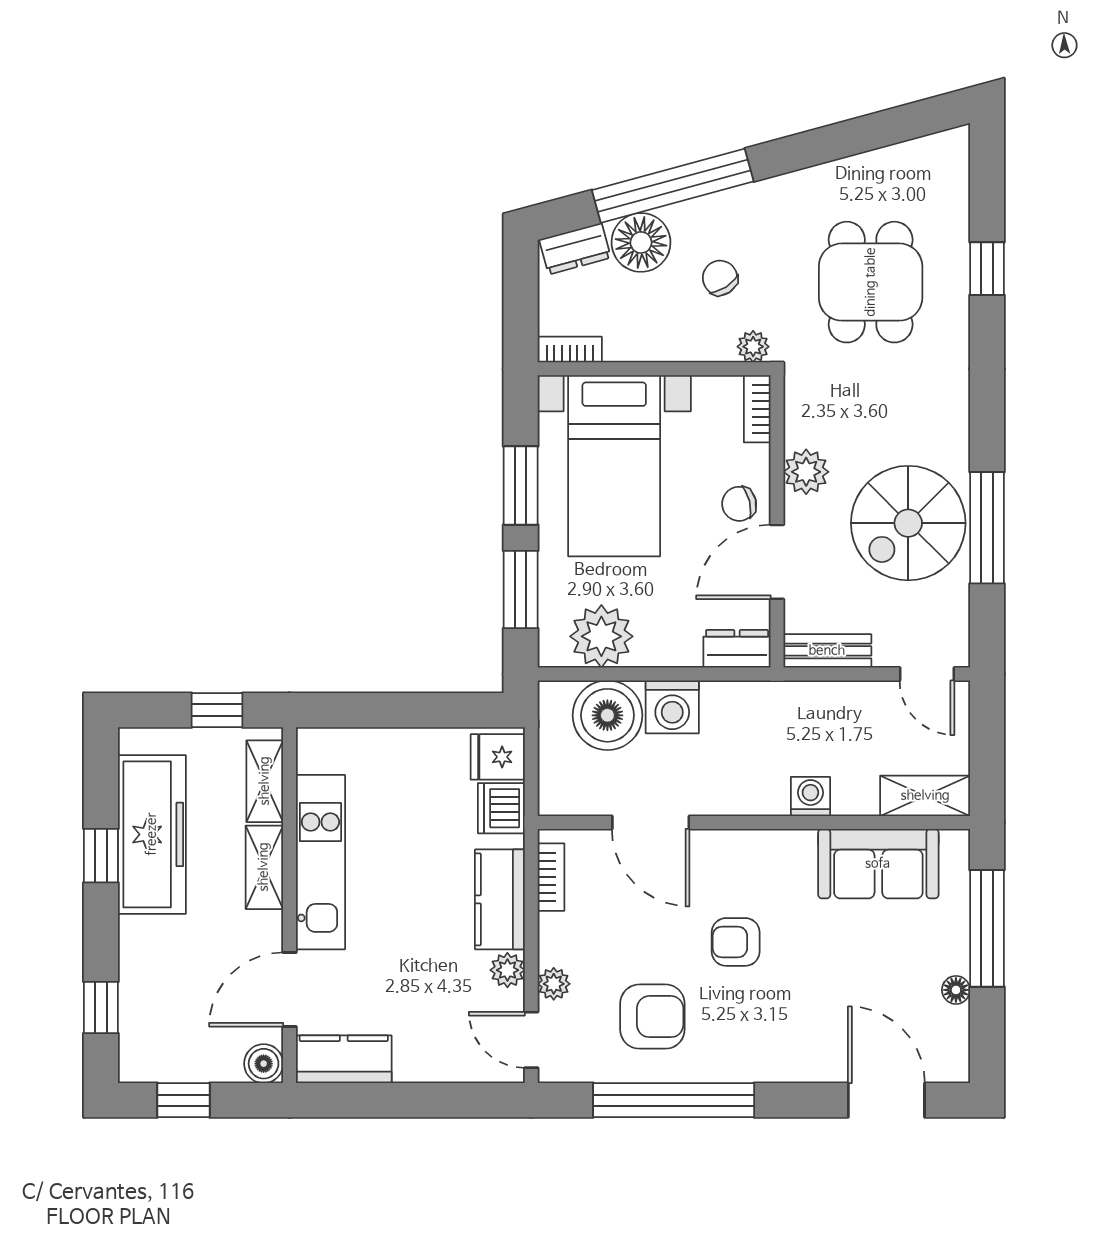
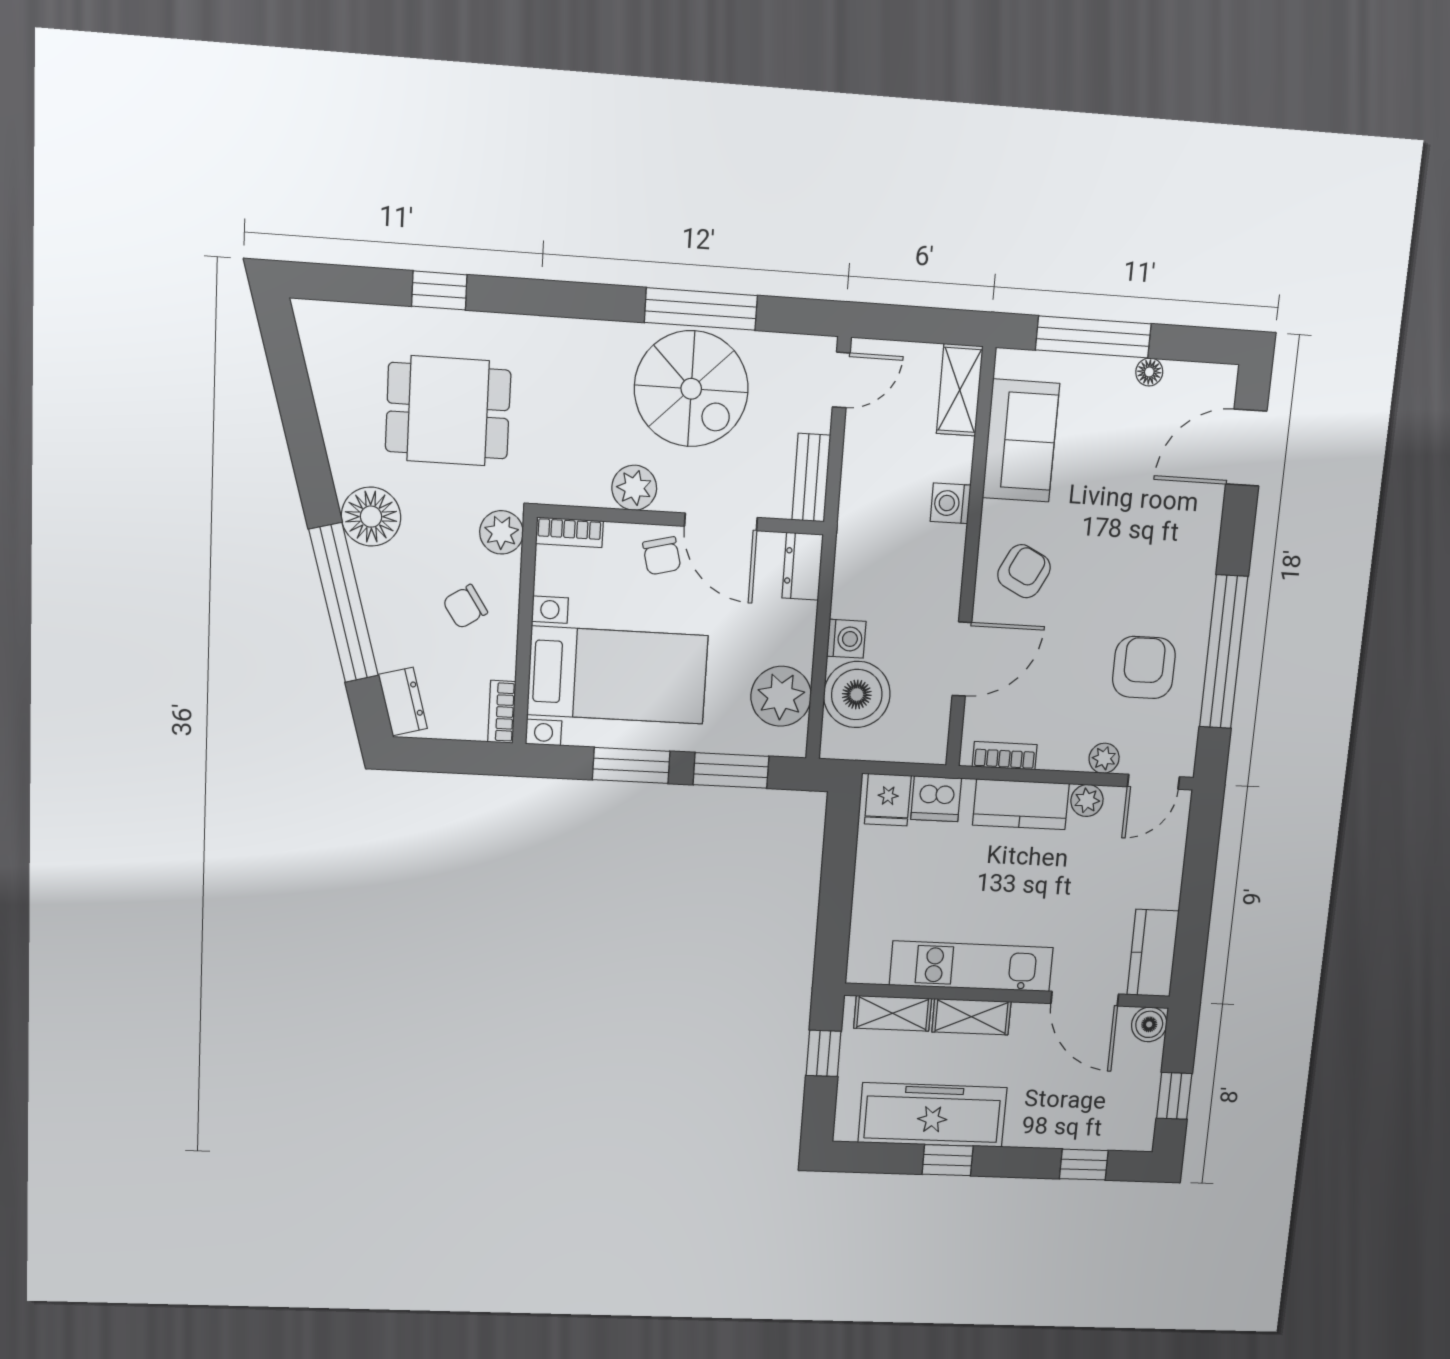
floor lamp: (641, 242) -> (371, 517), moved
chair: (720, 278) -> (465, 607), moved
plant: (753, 347) -> (501, 532), width x1.38, depth x1.38
washing machine: (672, 707) -> (846, 639), width x0.73, depth x0.73
armchair: (736, 942) -> (1024, 571), moved, turned -153

